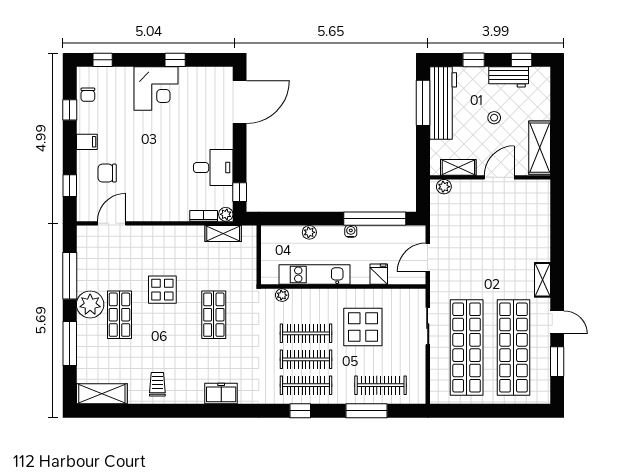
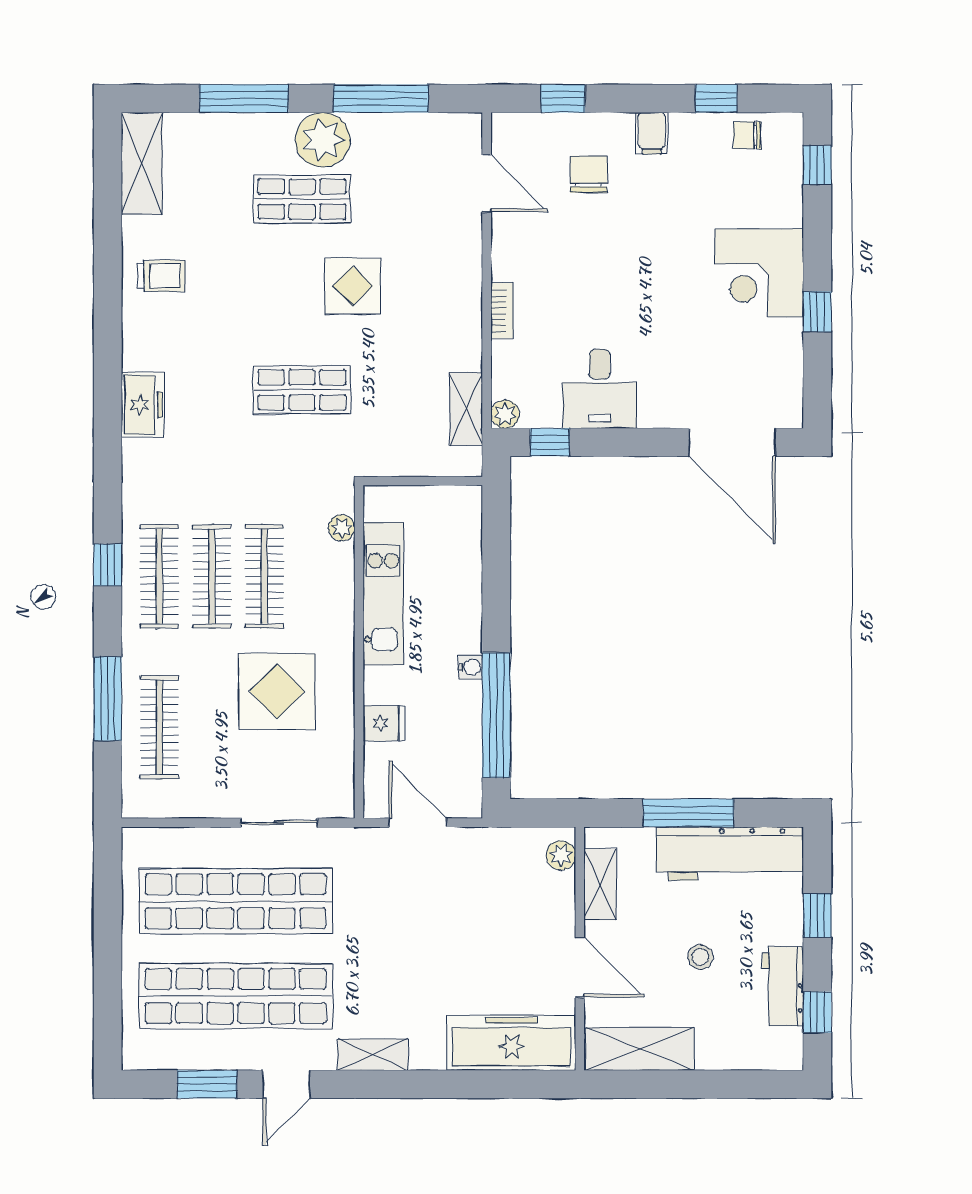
window: (423, 103) -> (688, 813), moved
freezer: (537, 211) -> (512, 1043), added
bookcase: (204, 216) -> (502, 311), moved
plant: (309, 232) -> (468, 583), removed

